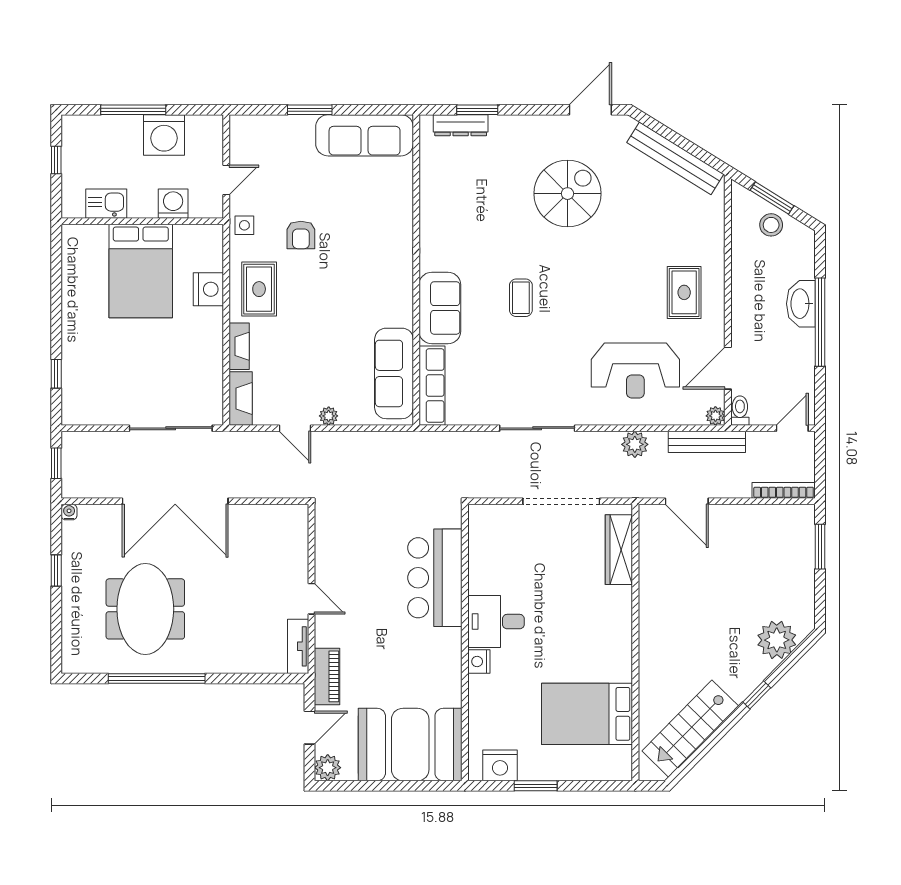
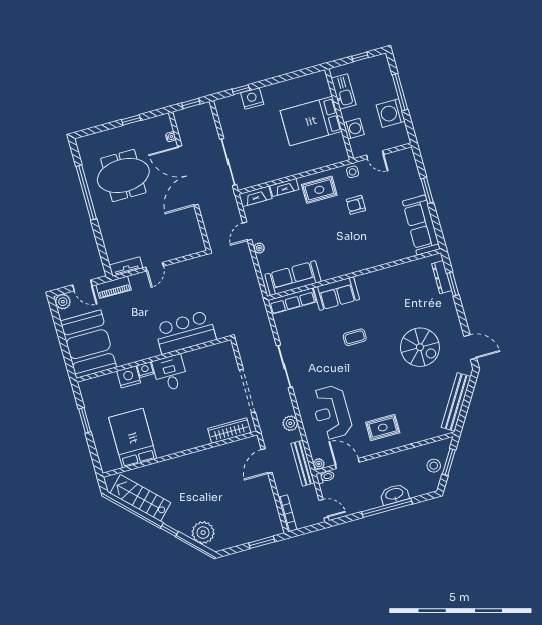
kitchen sink: (106, 204) -> (343, 91), width x1.38
nightstand: (208, 289) -> (252, 99), moved, turned 180
water cooler: (69, 512) -> (171, 137), moved
nightstand: (500, 765) -> (129, 377), moved, turned 90

